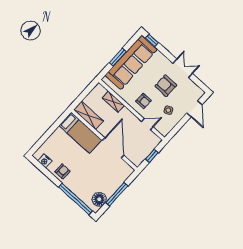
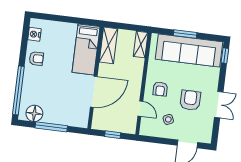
shelving: (113, 102) -> (141, 44), moved

